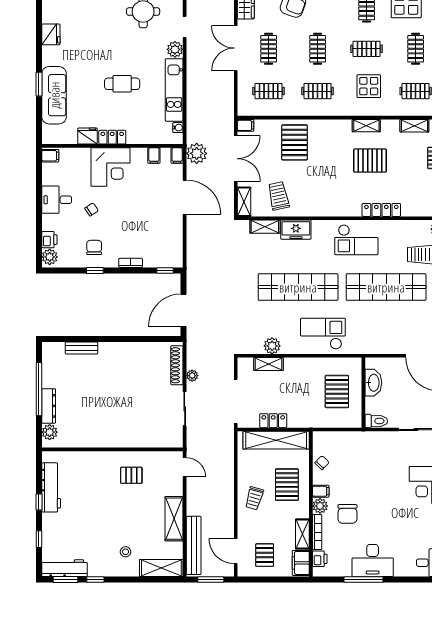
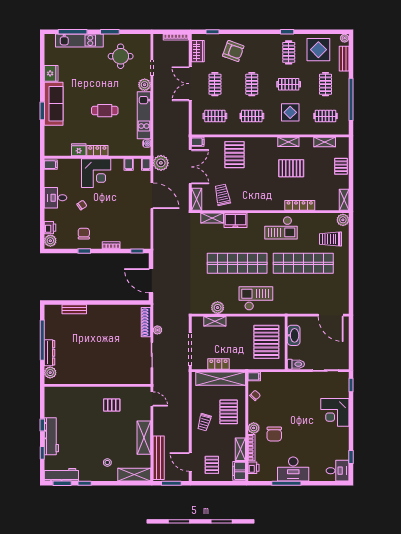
sofa: (54, 95) -> (54, 104), moved
door: (184, 310) -> (151, 281), hinge flipped
pallet: (337, 392) -> (266, 342), width x1.37, depth x1.41
workbench: (51, 487) -> (51, 436), moved
filing cabinet: (321, 491) -> (254, 376), moved

